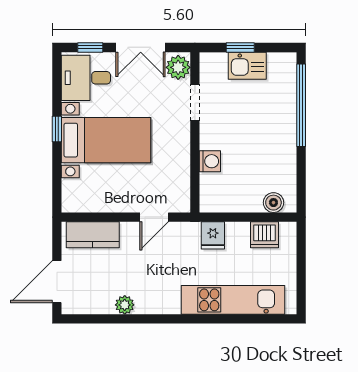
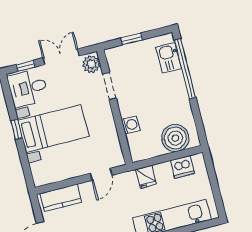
double door: (141, 47) -> (61, 57), swing flipped
kitchen sink: (247, 66) -> (169, 58), moved, turned 90
boiler: (273, 203) -> (175, 138), width x1.86, depth x1.86

